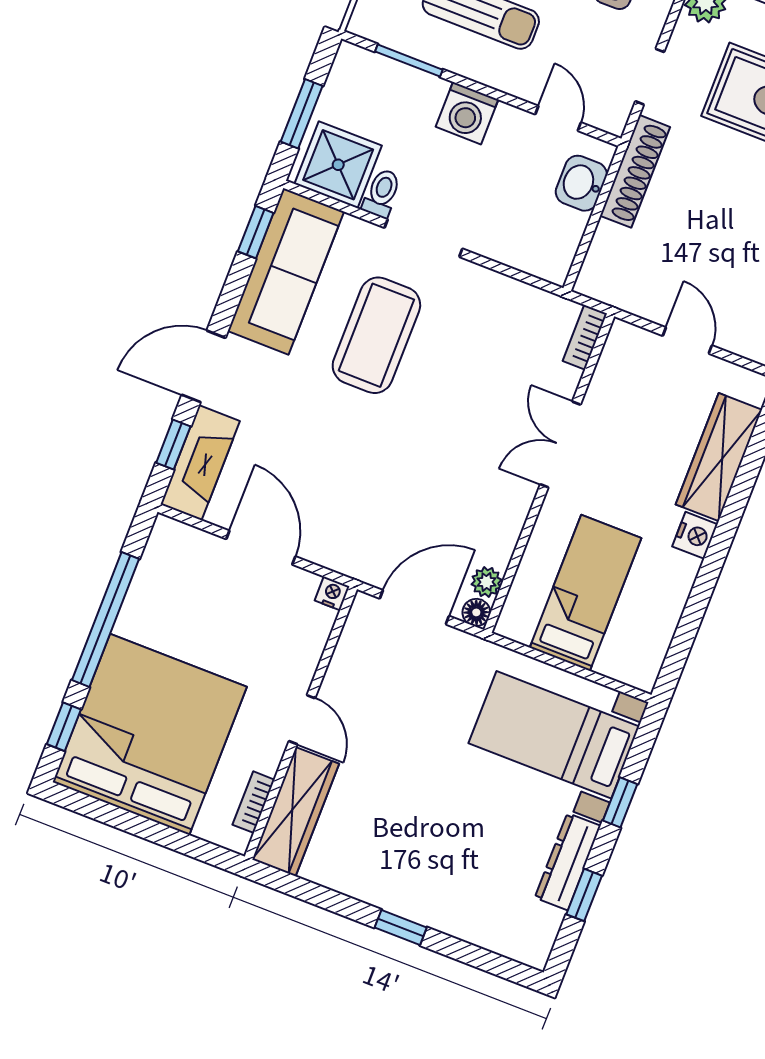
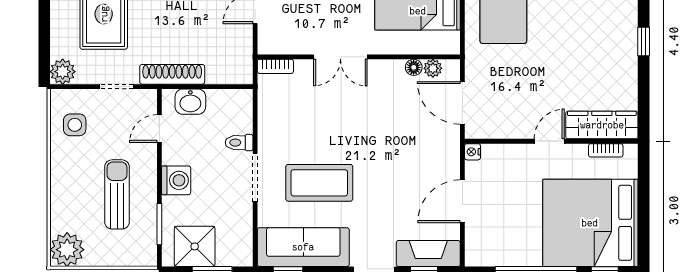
shower: (338, 165) -> (195, 246), moved
toilet: (382, 193) -> (239, 143), moved
floor lamp: (476, 612) -> (414, 67), moved

